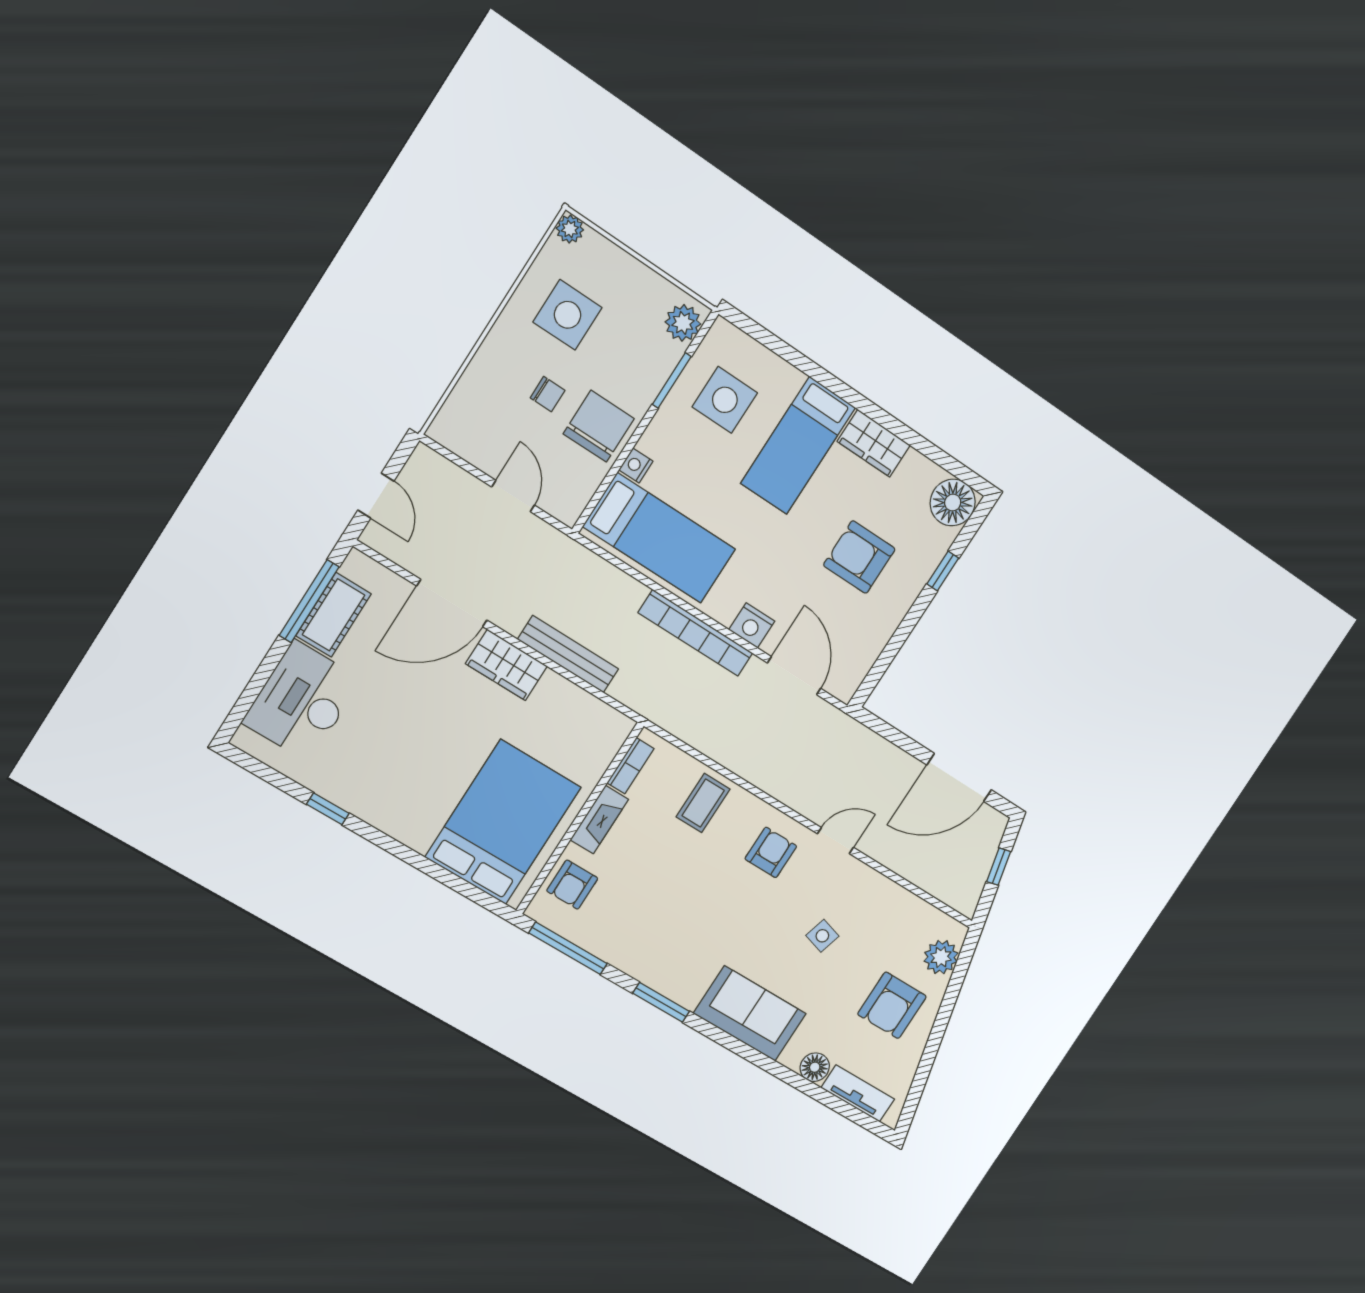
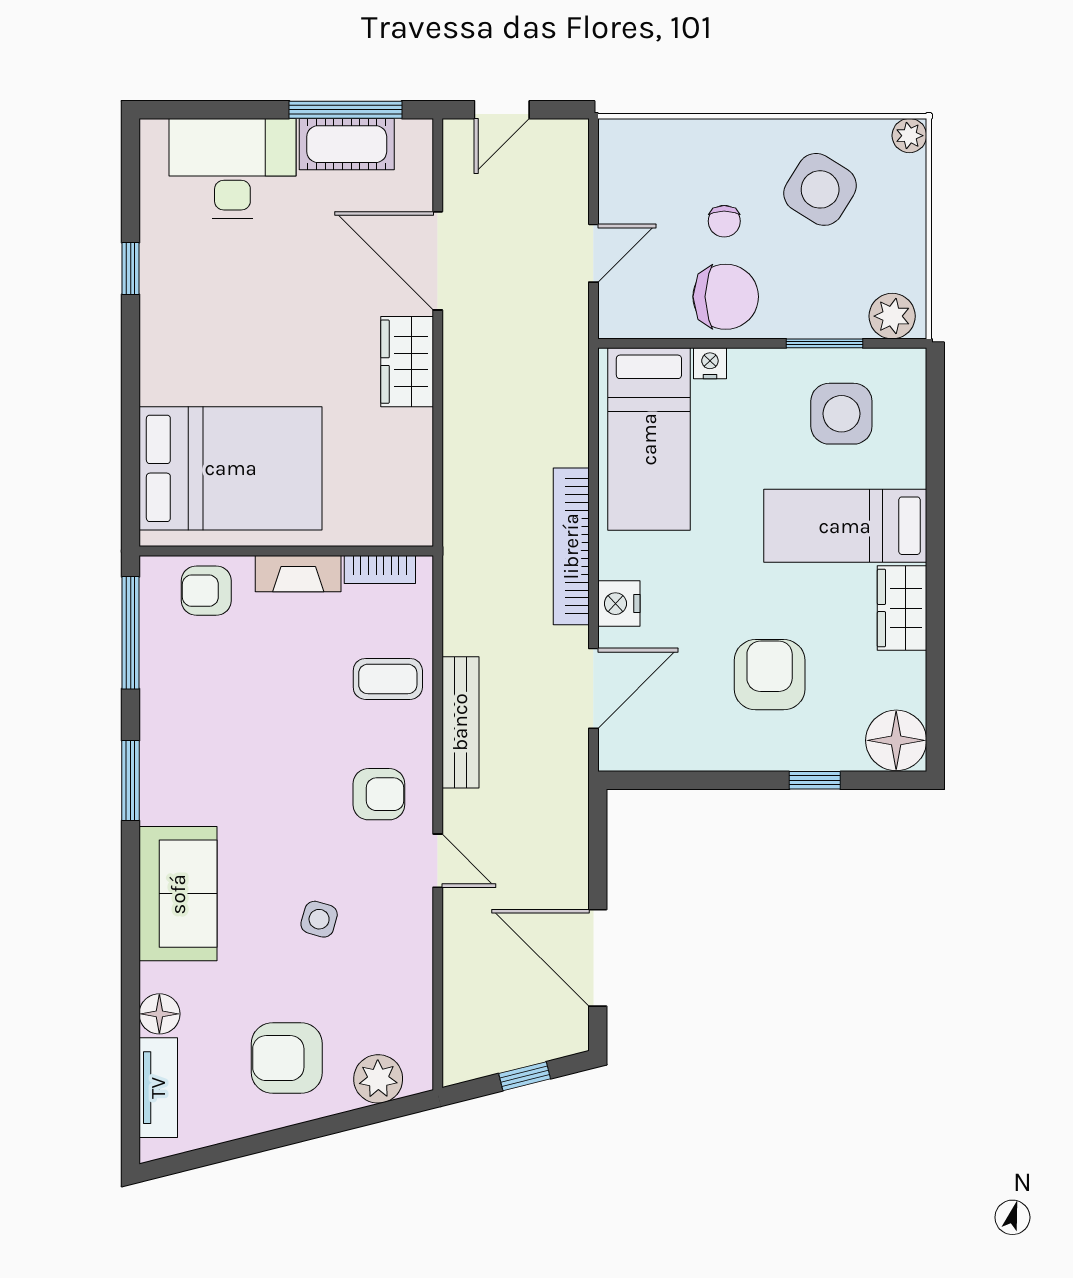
side table: (568, 315) -> (820, 189), turned 32
bench: (568, 654) -> (460, 722), moved

